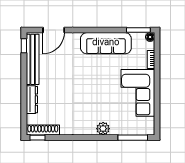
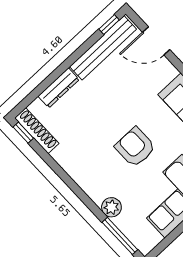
armchair: (96, 89) -> (135, 147), added
plant: (103, 129) -> (111, 207), moved

